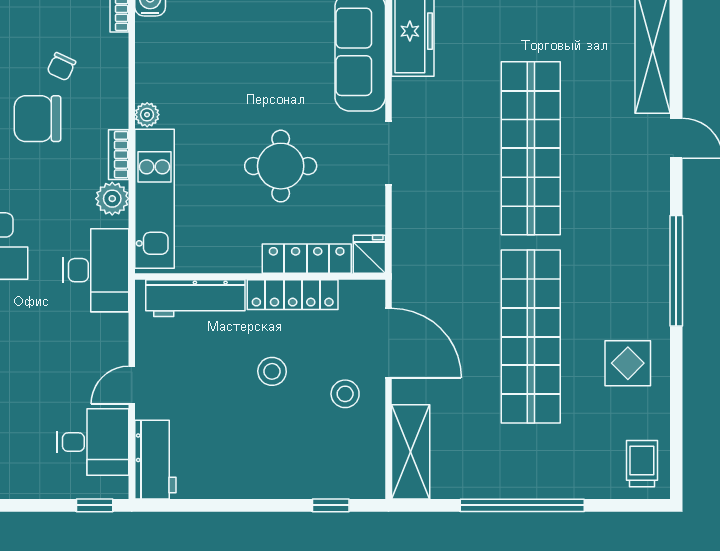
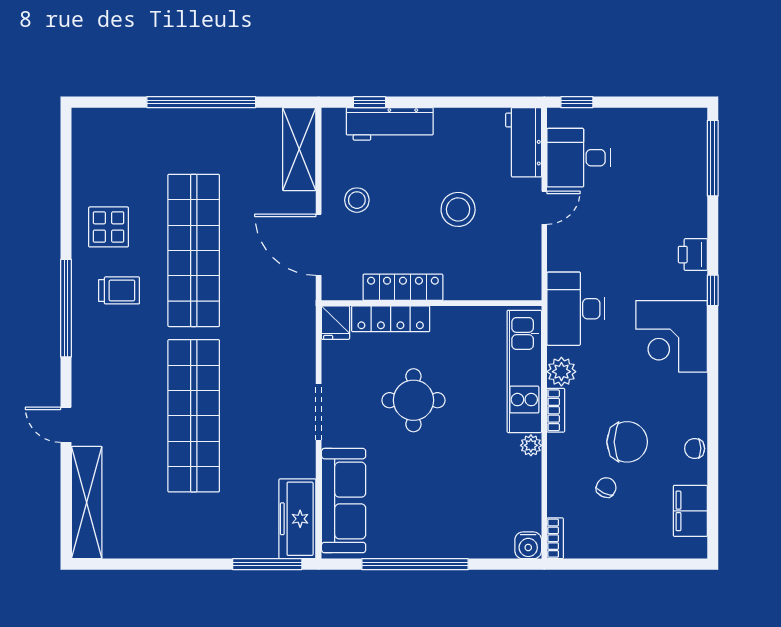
workbench: (195, 298) -> (390, 124), moved, turned 180
stool: (272, 371) -> (458, 209), moved, width x1.38, depth x1.38
trolley: (642, 464) -> (119, 290), moved, turned -90

